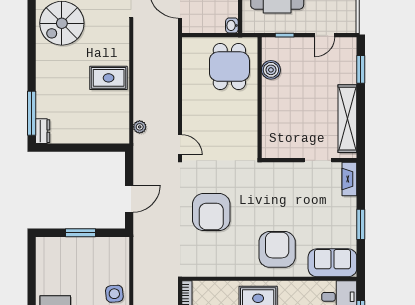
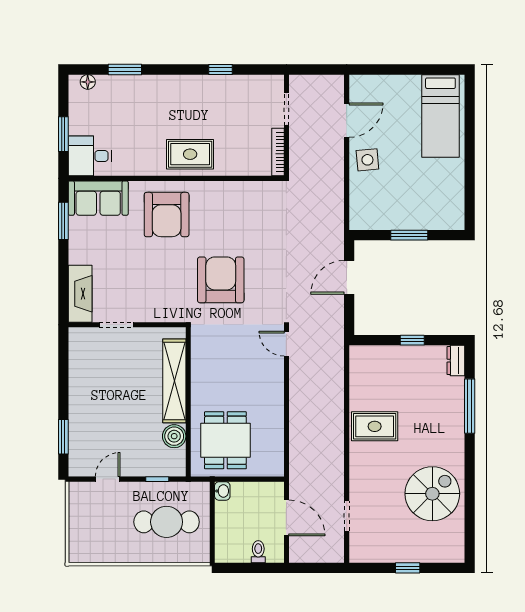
window: (32, 113) -> (470, 406), moved
shelving: (347, 119) -> (174, 381), moved
plant: (140, 127) -> (336, 366), removed
window: (78, 148) -> (412, 340), added
fireplace: (349, 179) -> (80, 294), width x1.37, depth x1.32
armchair: (211, 212) -> (221, 280), moved
window: (361, 224) -> (63, 221), moved

